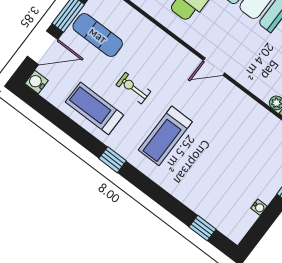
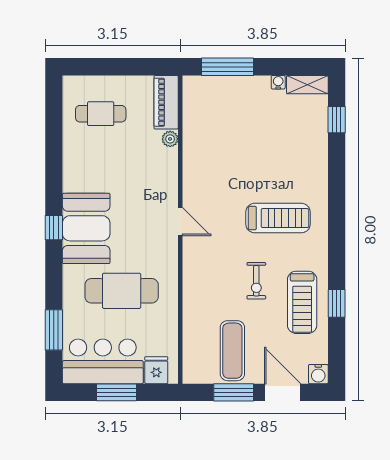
window: (112, 160) -> (337, 303), moved
shelving: (242, 226) -> (307, 85), added

